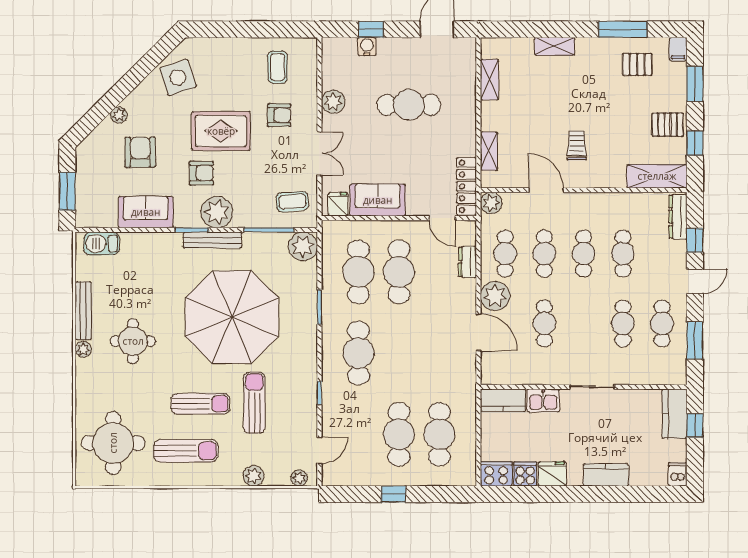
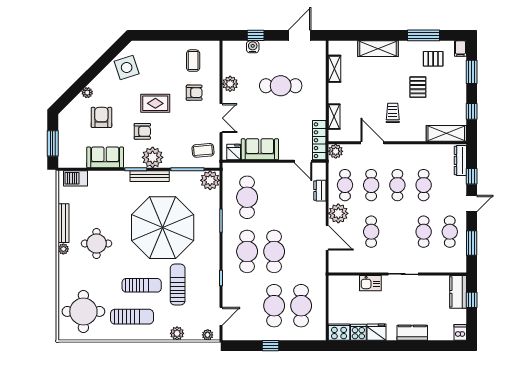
shelving: (555, 46) -> (378, 49), width x1.50, depth x1.33
pallet: (668, 125) -> (418, 87), moved, turned 90
rug: (221, 131) -> (155, 103), width x0.73, depth x0.70
cafe table: (399, 272) -> (274, 251), moved
kitchen counter: (503, 400) -> (344, 283), removed

